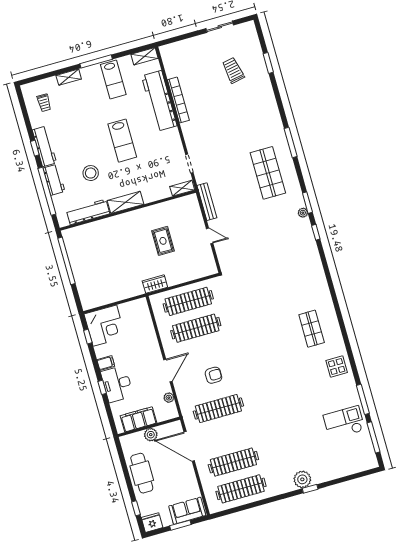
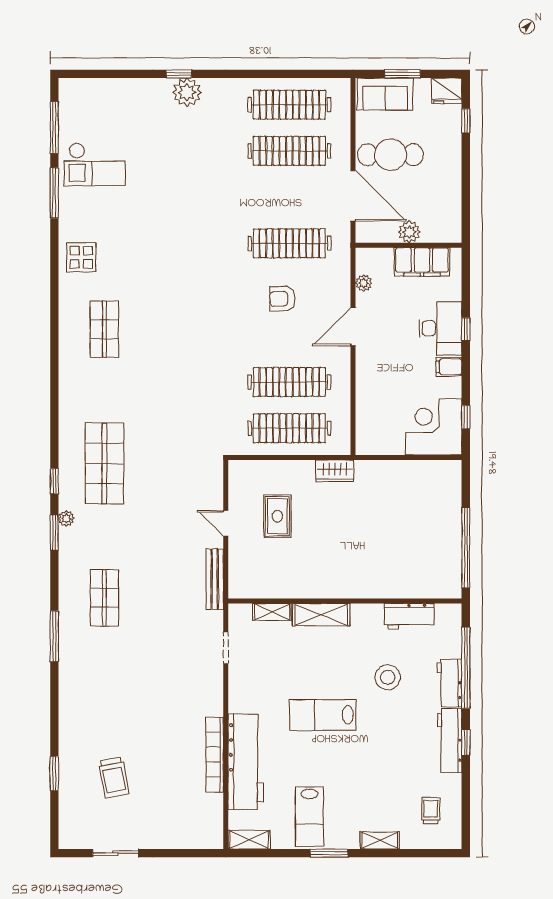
window: (96, 61) -> (329, 853), width x0.69
lab bench: (113, 79) -> (310, 817), turned 180
lab bench: (122, 141) -> (323, 715), turned -90
shop shelf: (268, 173) -> (104, 598), width x0.70, depth x0.74
shelving: (182, 188) -> (272, 612), moved
shelving: (126, 202) -> (321, 615), moved
workbench: (88, 212) -> (409, 616), width x0.73
rug: (163, 241) -> (277, 516), moved
shop shelf: (290, 251) -> (104, 463), added
cafe table: (142, 473) -> (390, 155), moved, turned 90

